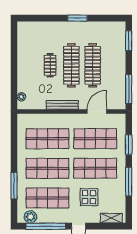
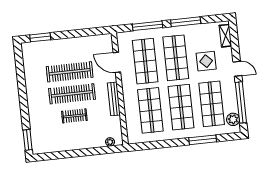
window: (77, 18) -> (28, 140), moved
window: (129, 89) -> (90, 32), removed
window: (129, 145) -> (148, 26), width x1.44

